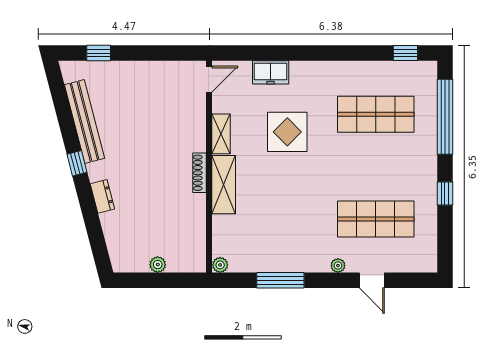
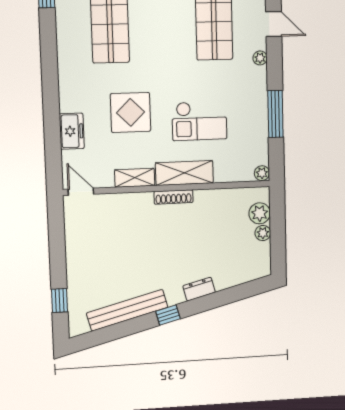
checkout: (276, 202) -> (199, 121), added
plant: (178, 262) -> (260, 213), added
door: (372, 280) -> (274, 24), hinge flipped

